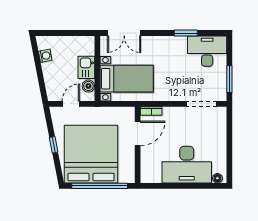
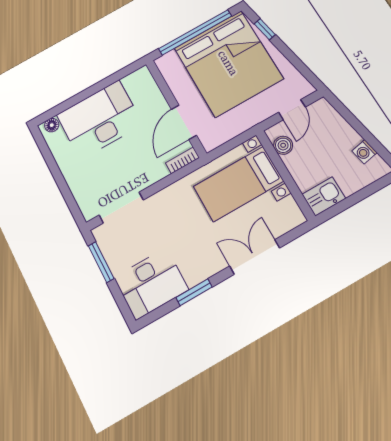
double door: (124, 33) -> (255, 257), moved
kitchen sink: (86, 67) -> (324, 196), moved, turned -90
window: (54, 145) -> (265, 29), moved

